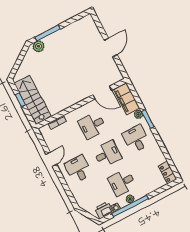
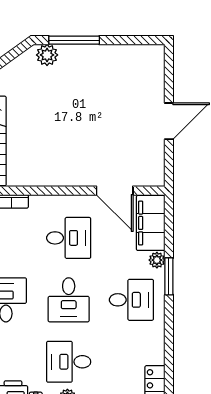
desk: (92, 125) -> (69, 238), turned 180
desk: (136, 139) -> (131, 300), turned 90
desk: (107, 154) -> (69, 300), turned 90

